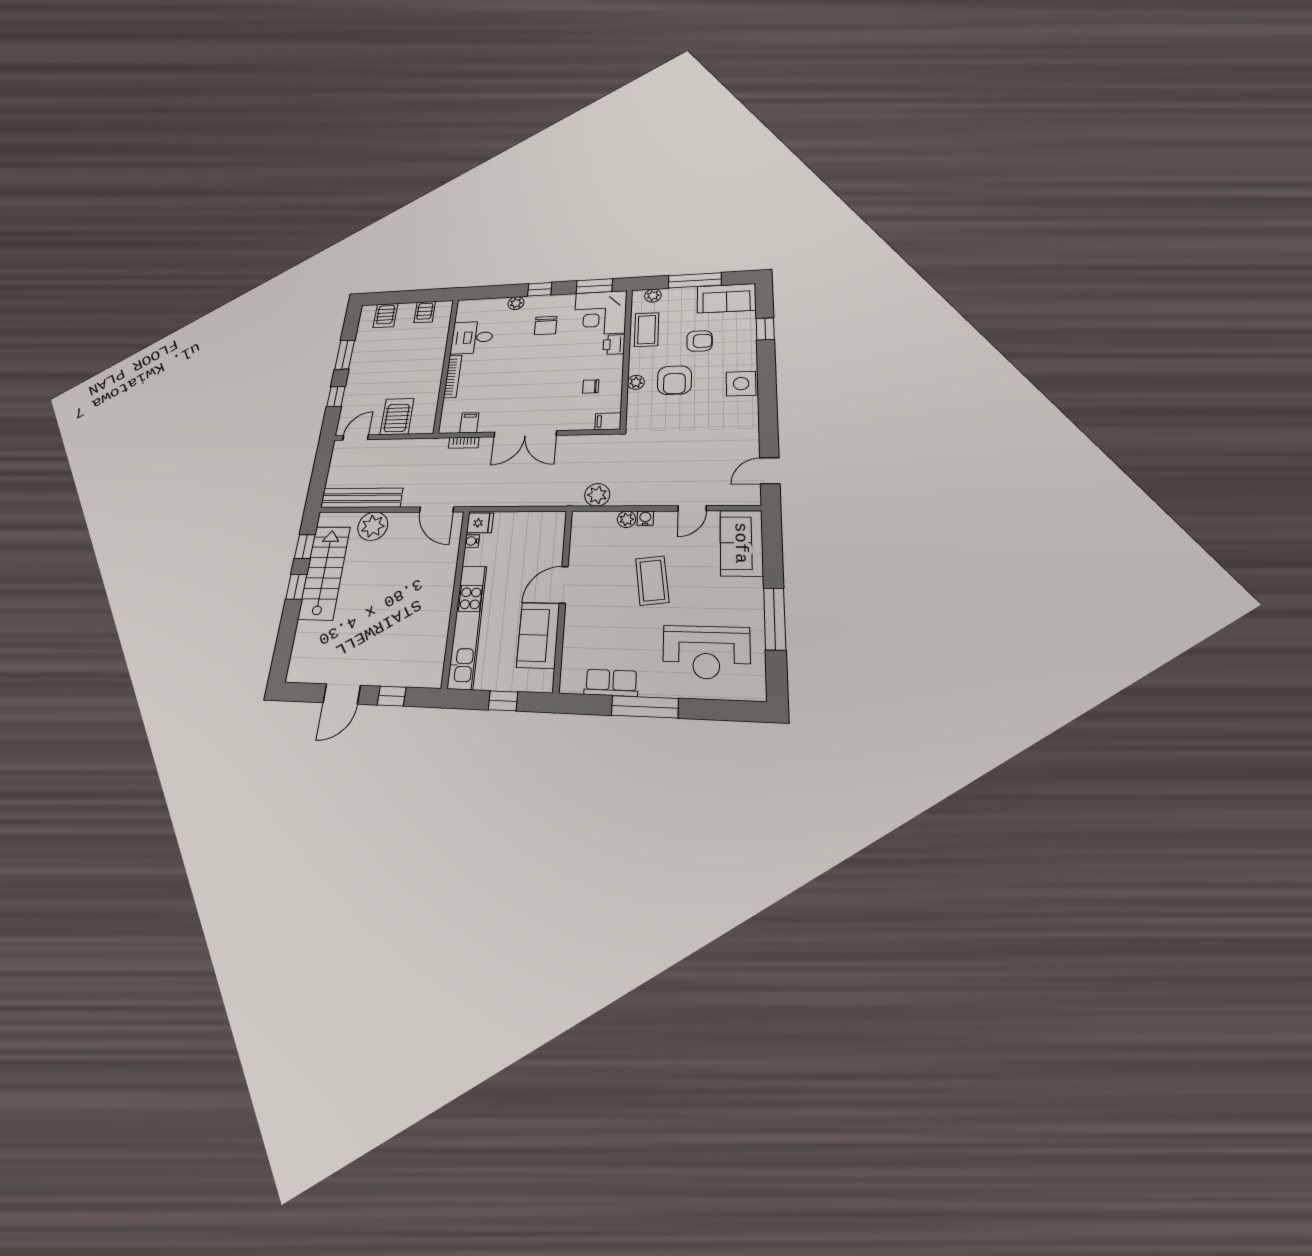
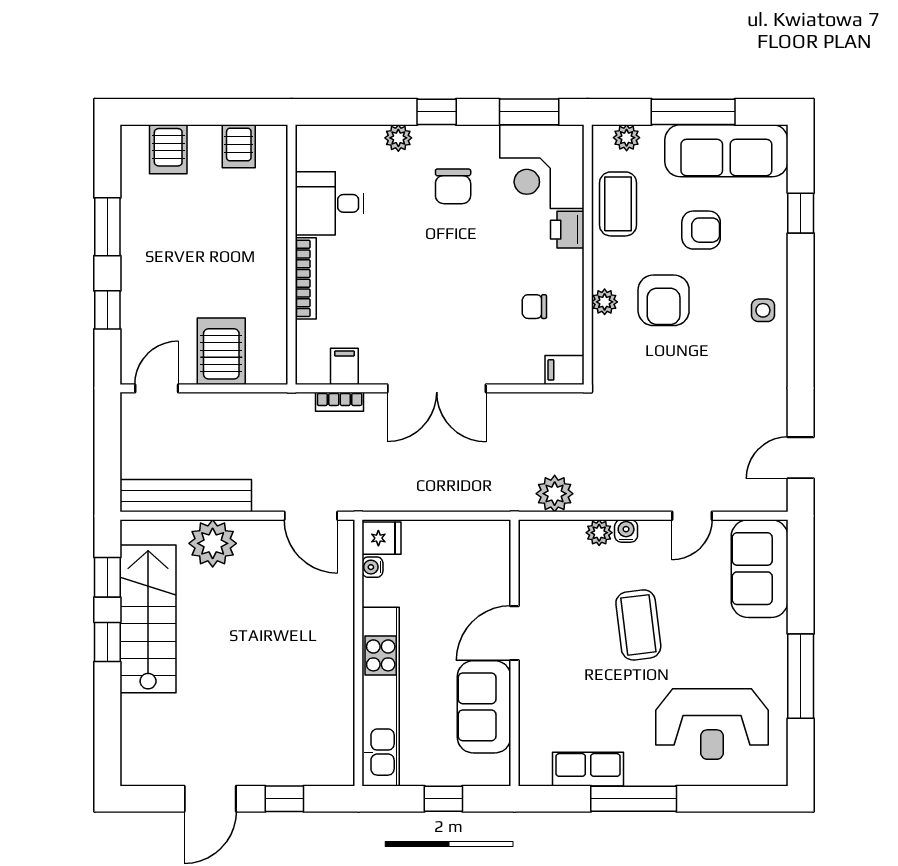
sofa: (726, 298) -> (726, 151), width x1.36
side table: (741, 384) -> (763, 310), width x0.54, depth x0.54

